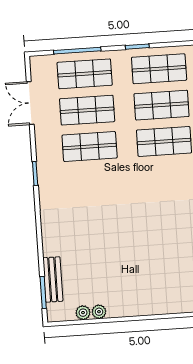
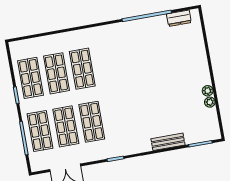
bench: (53, 279) -> (168, 142), moved
plant: (83, 313) -> (208, 91), moved

